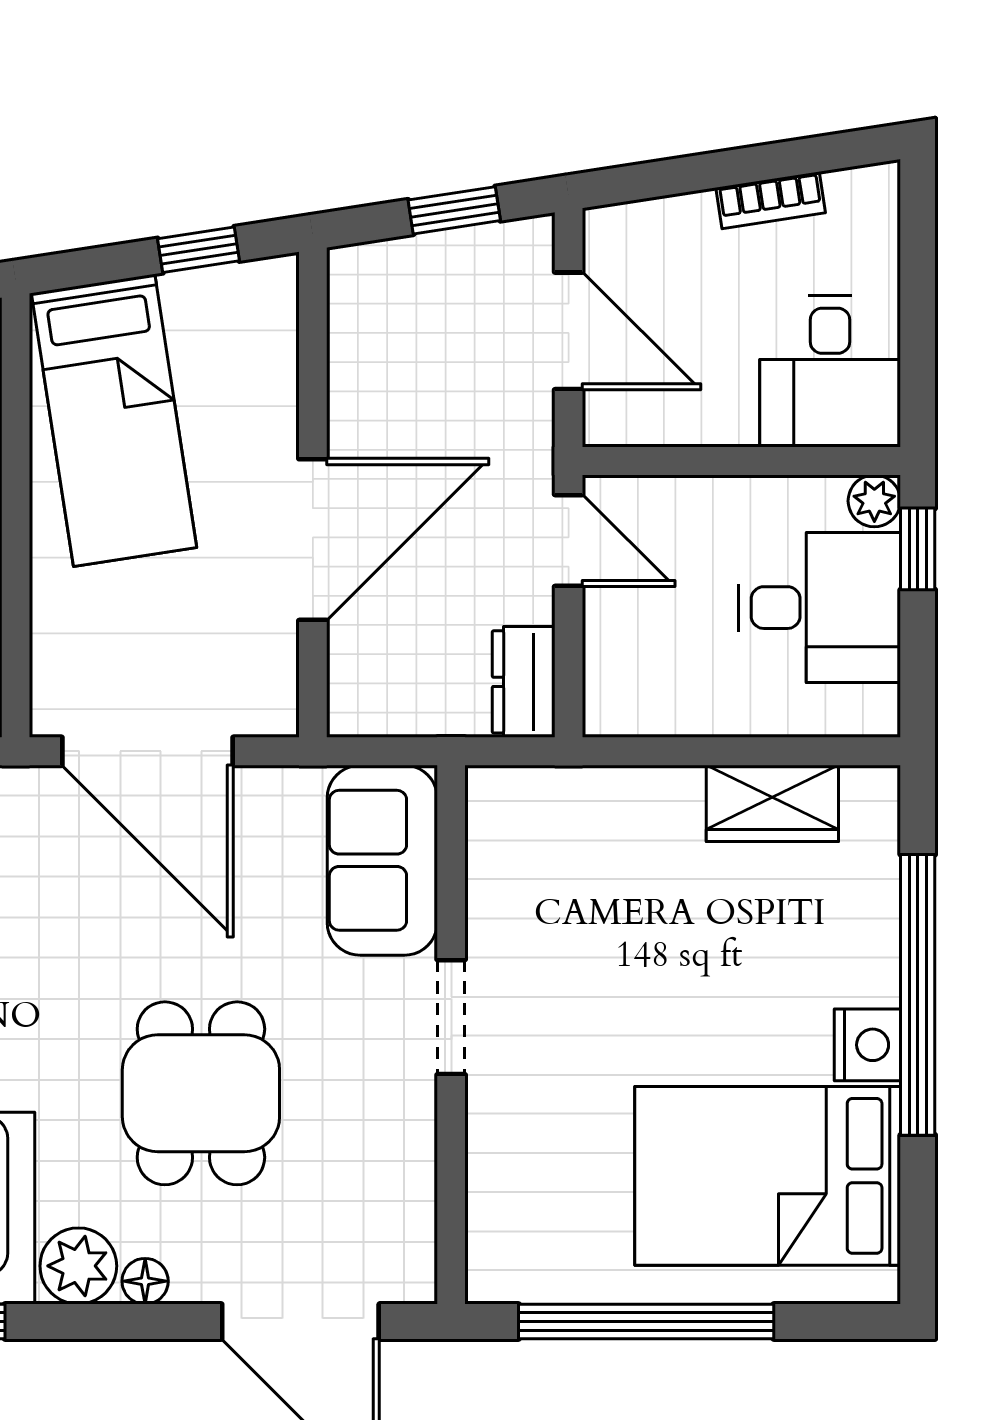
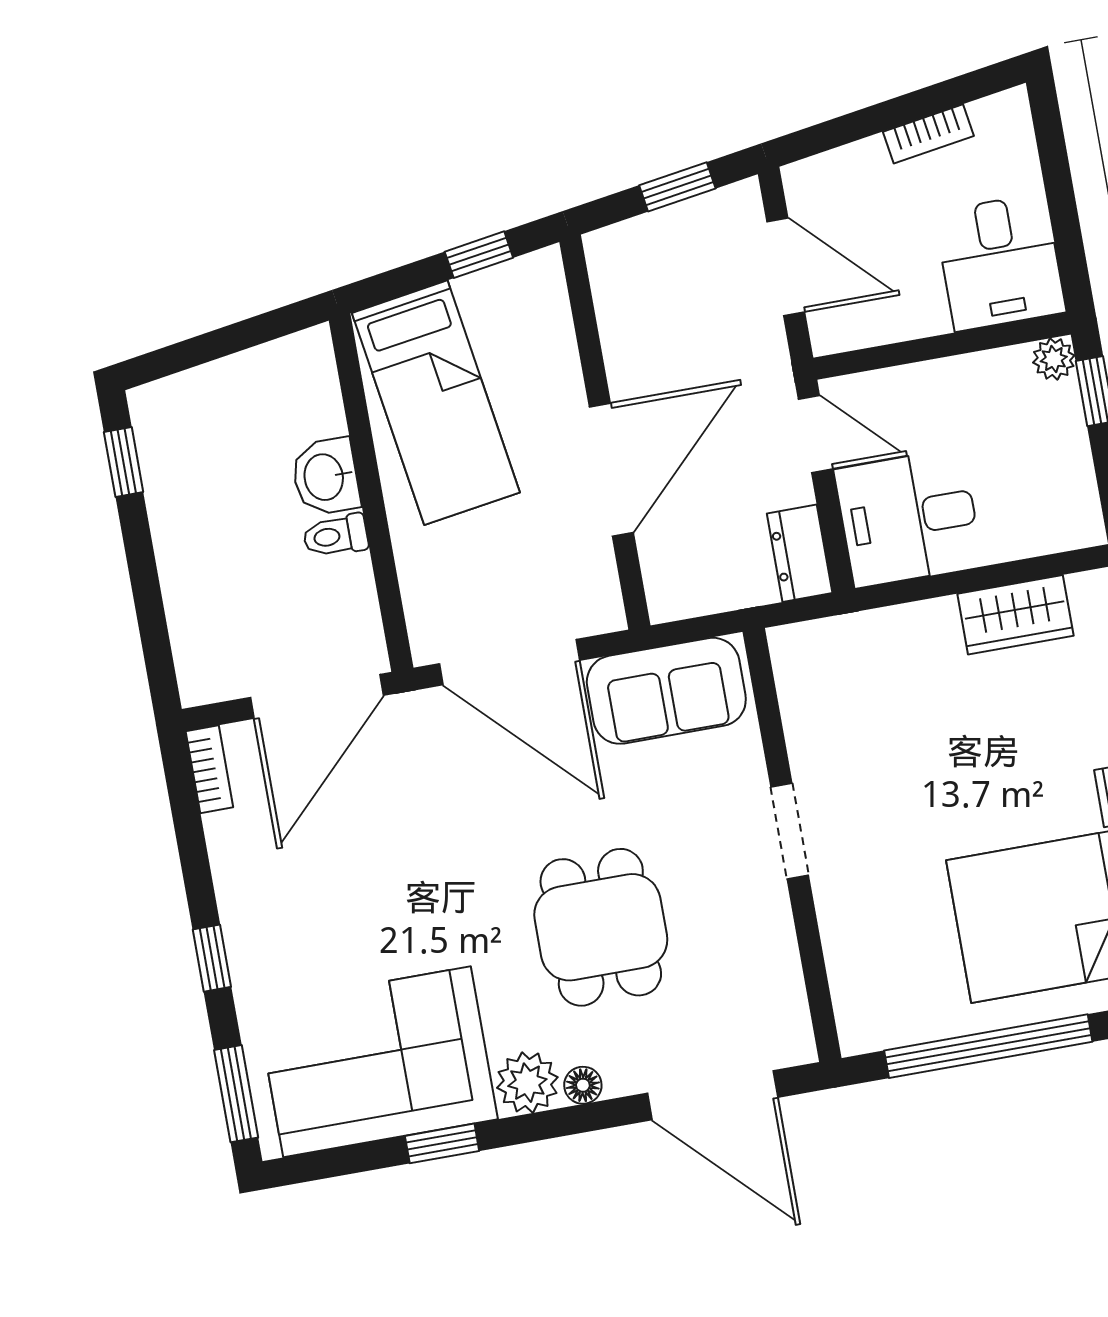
desk: (819, 608) -> (908, 518), moved, turned 180
sofa: (382, 860) -> (666, 691), moved, turned -90

